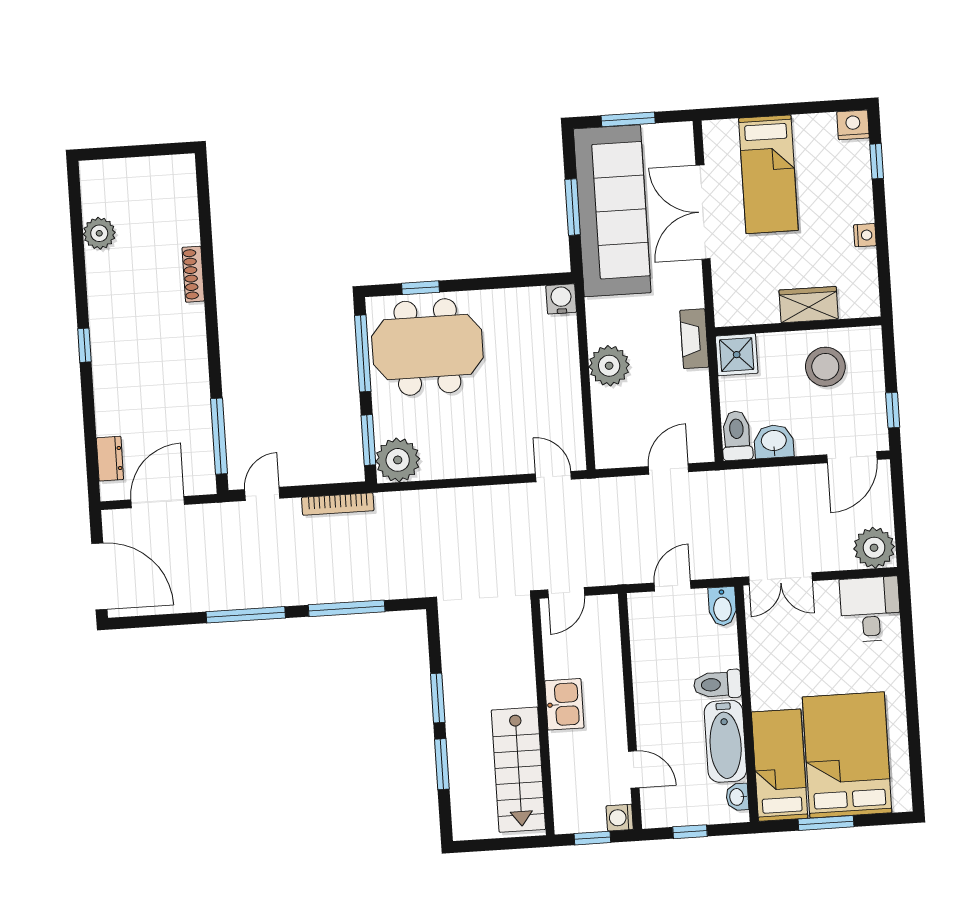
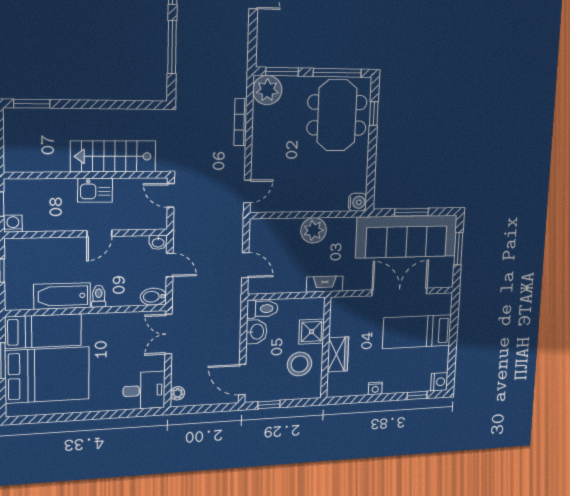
shower: (737, 355) -> (312, 332), moved
bookcase: (338, 504) -> (240, 122), moved
plant: (874, 548) -> (177, 393), width x0.53, depth x0.53
toilet: (717, 684) -> (99, 296), width x0.73, depth x0.72
window: (438, 698) -> (106, 104), removed
window: (442, 764) -> (32, 104), moved
door: (634, 769) -> (99, 234), moved
stairs: (518, 770) -> (113, 156), moved
washbasin: (737, 797) -> (158, 242), moved, turned 180

